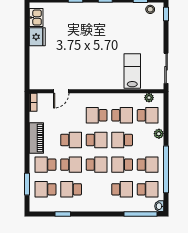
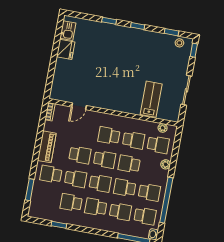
sliding door: (166, 68) -> (186, 90), moved
school desk: (46, 189) -> (96, 207), moved

